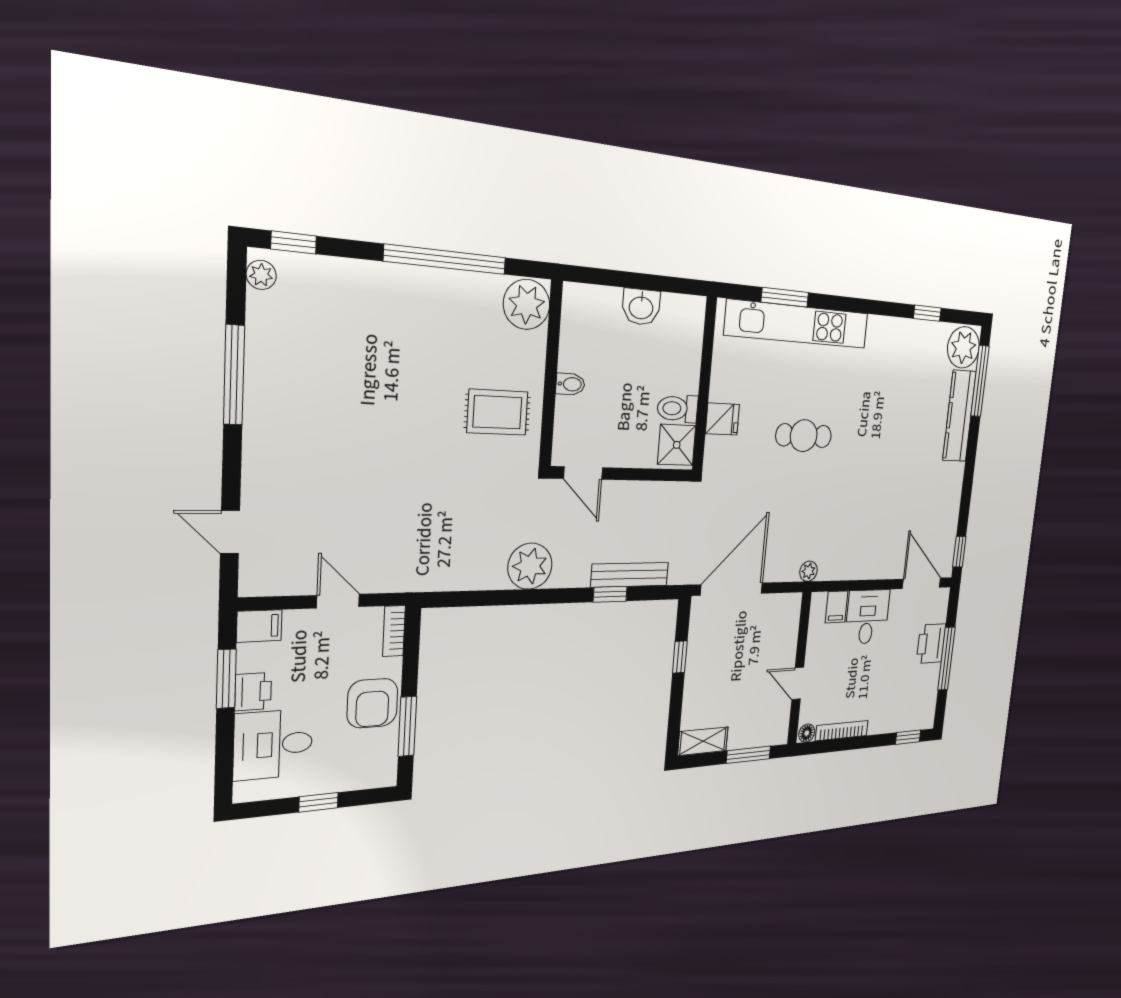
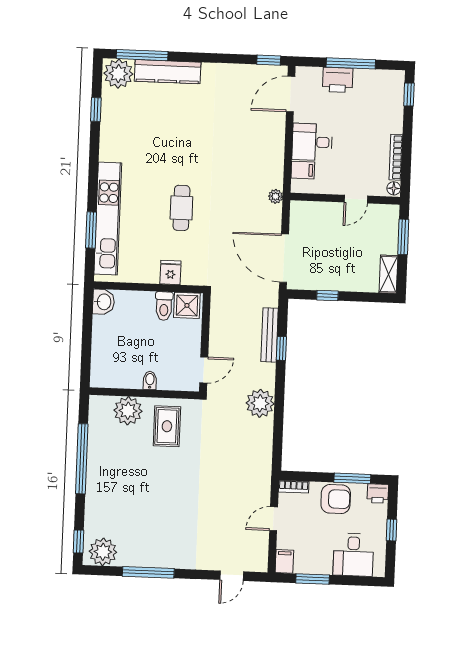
plant: (261, 275) -> (103, 552), width x1.88, depth x1.88
plant: (527, 304) -> (128, 411), moved
washbasin: (641, 307) -> (103, 302), moved
printer: (253, 692) -> (378, 494), moved, turned 180

